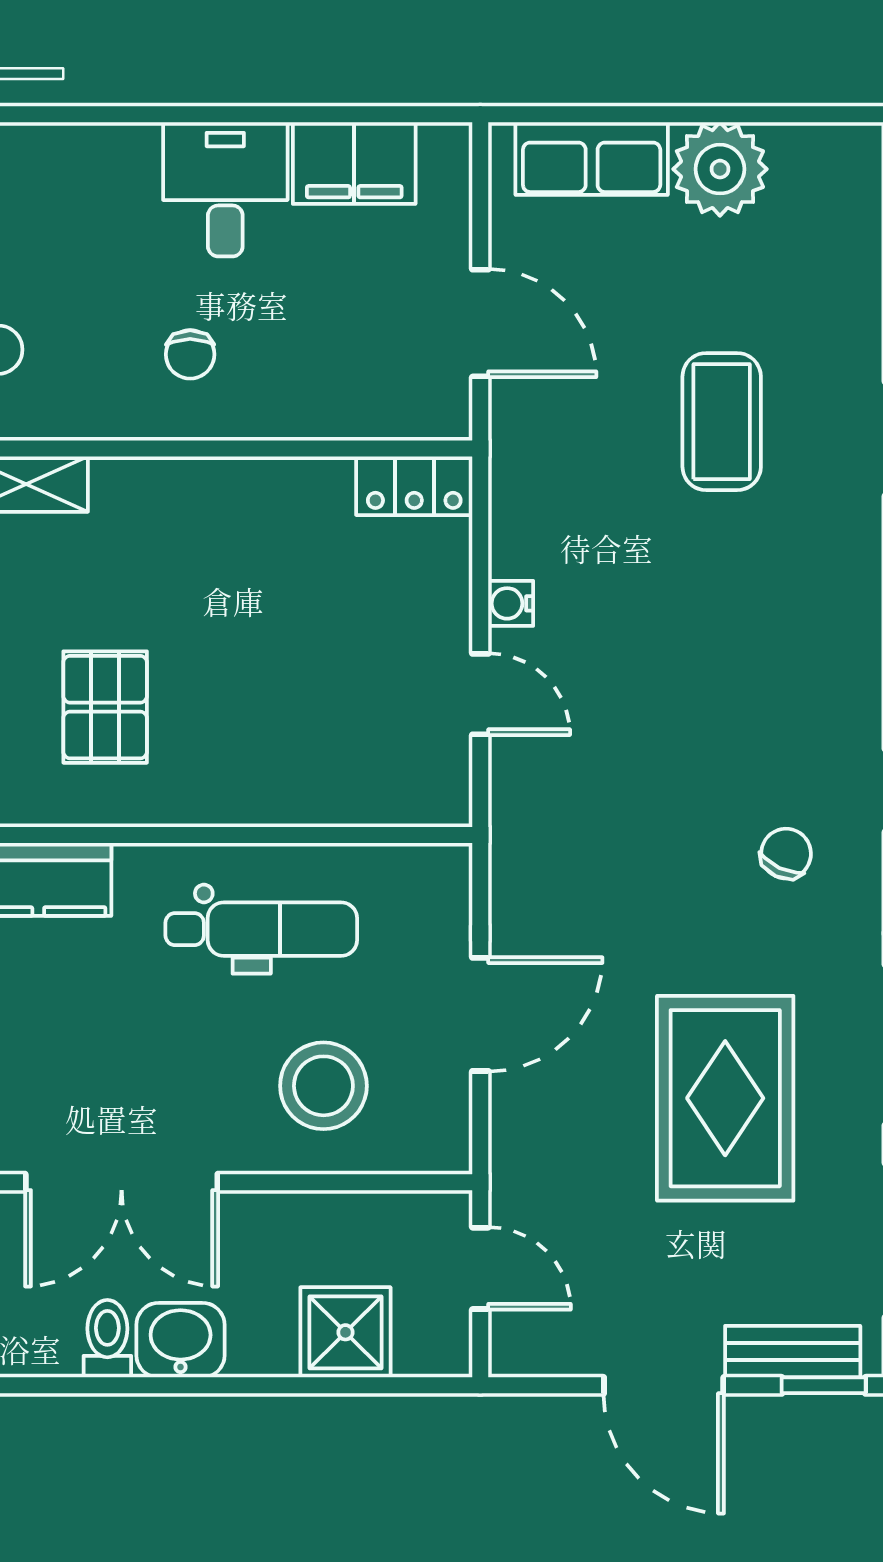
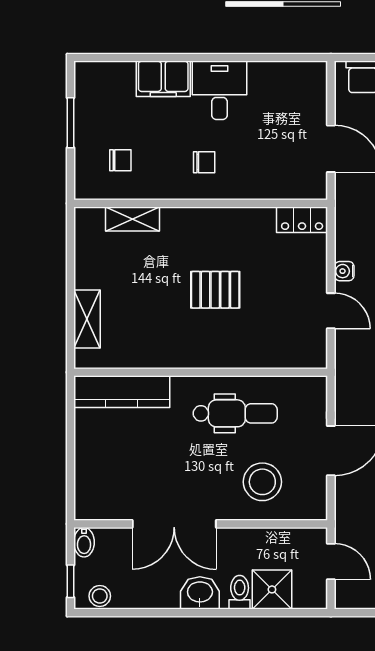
filing cabinet: (354, 163) -> (163, 79), moved
chair: (190, 354) -> (204, 162), turned -90
pallet: (105, 707) -> (215, 290), moved, turned 90
toilet: (107, 1339) -> (240, 592), moved

